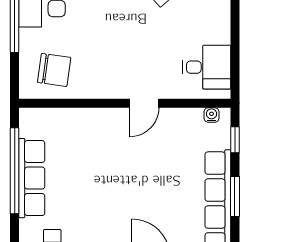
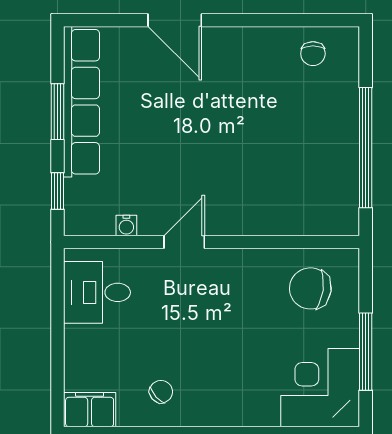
water cooler: (212, 115) -> (126, 226), moved
row of seats: (32, 178) -> (341, 137), removed

